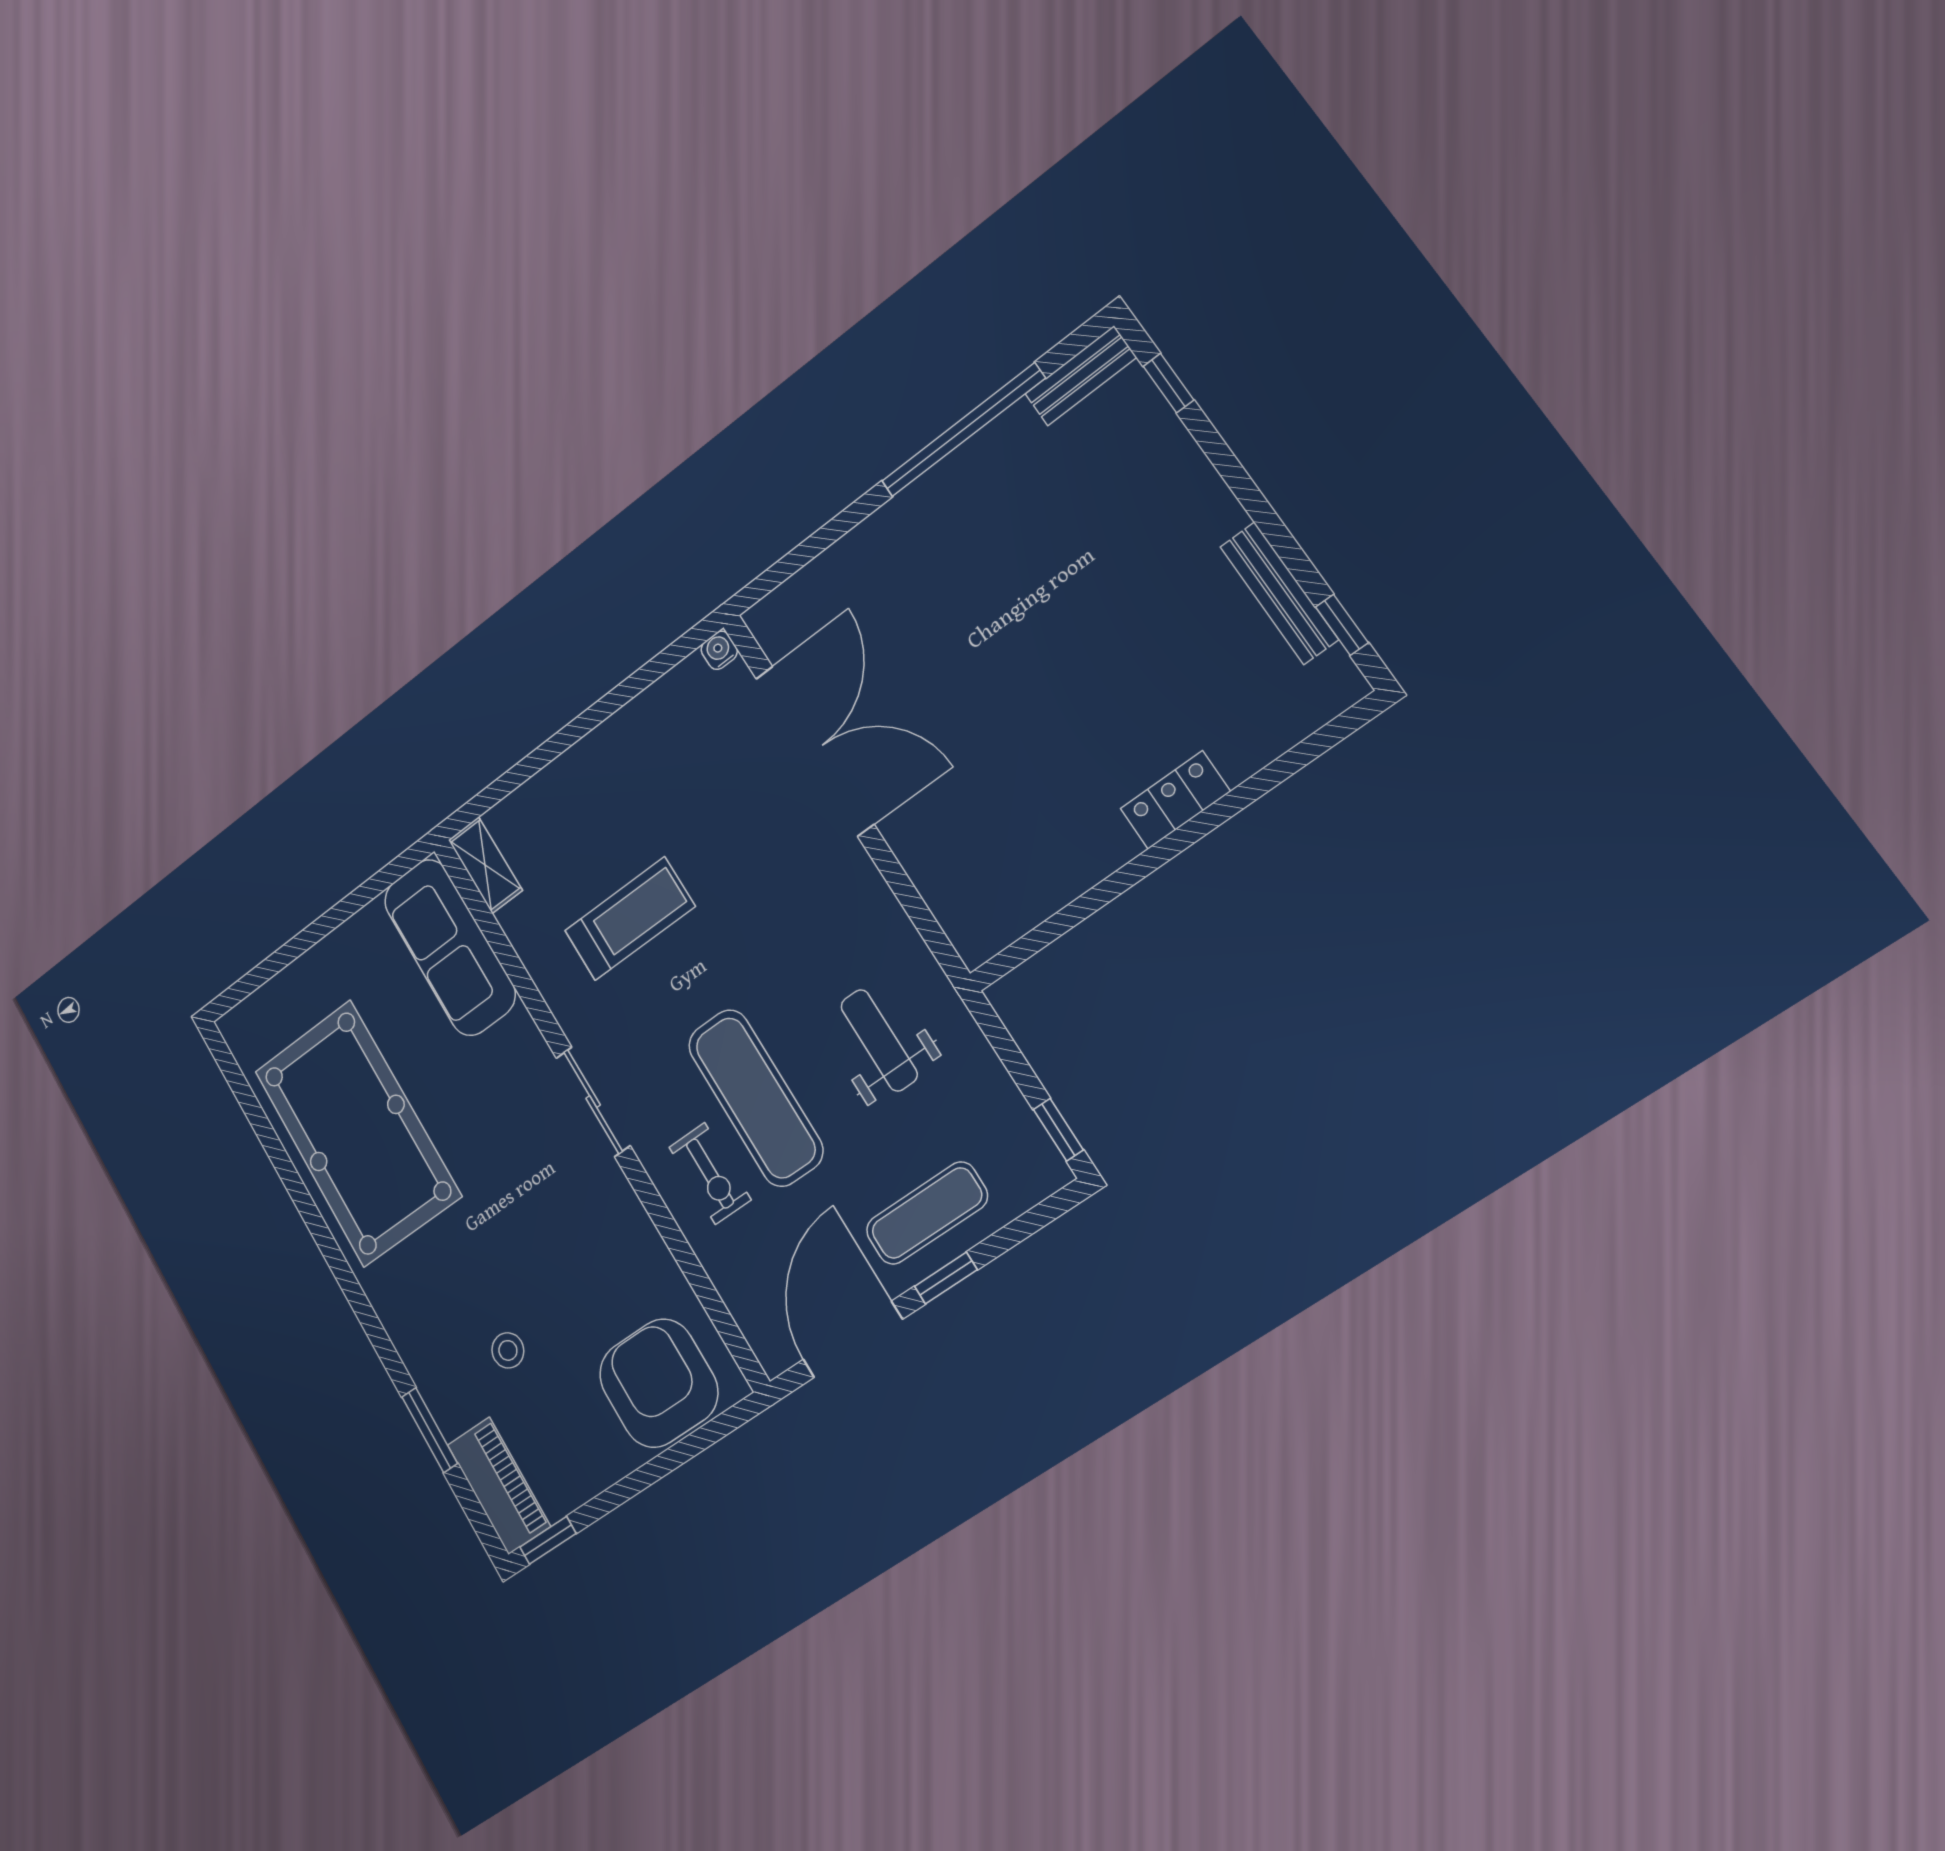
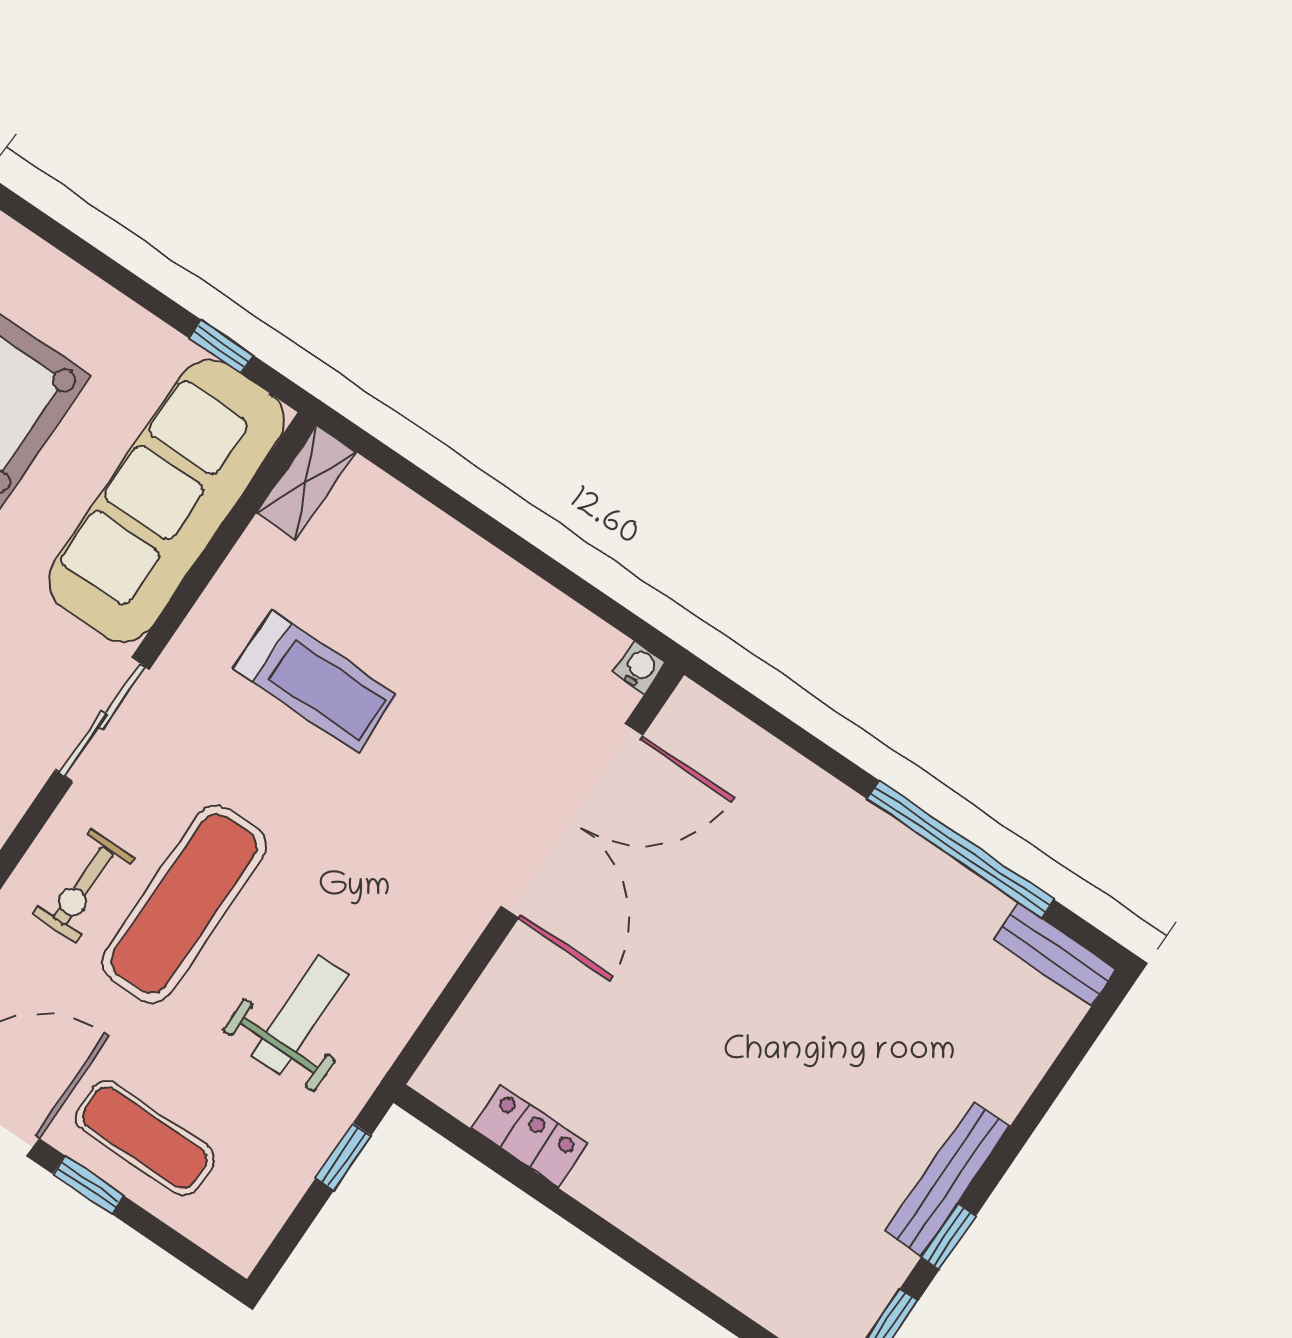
window: (1168, 383) -> (948, 1237), moved
bench: (1279, 593) -> (948, 1179), moved
locker: (1175, 800) -> (529, 1136), moved
window: (368, 891) -> (221, 347), added
sofa: (449, 947) -> (167, 501), width x1.36, depth x1.27
window: (1058, 1130) -> (344, 1156), moved

